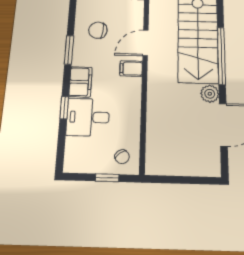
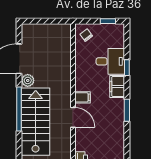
chair: (98, 30) -> (107, 126), removed
door: (145, 43) -> (73, 117), hinge flipped
window: (107, 178) -> (108, 21), moved

